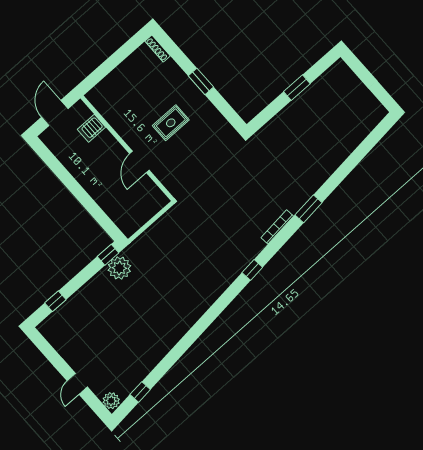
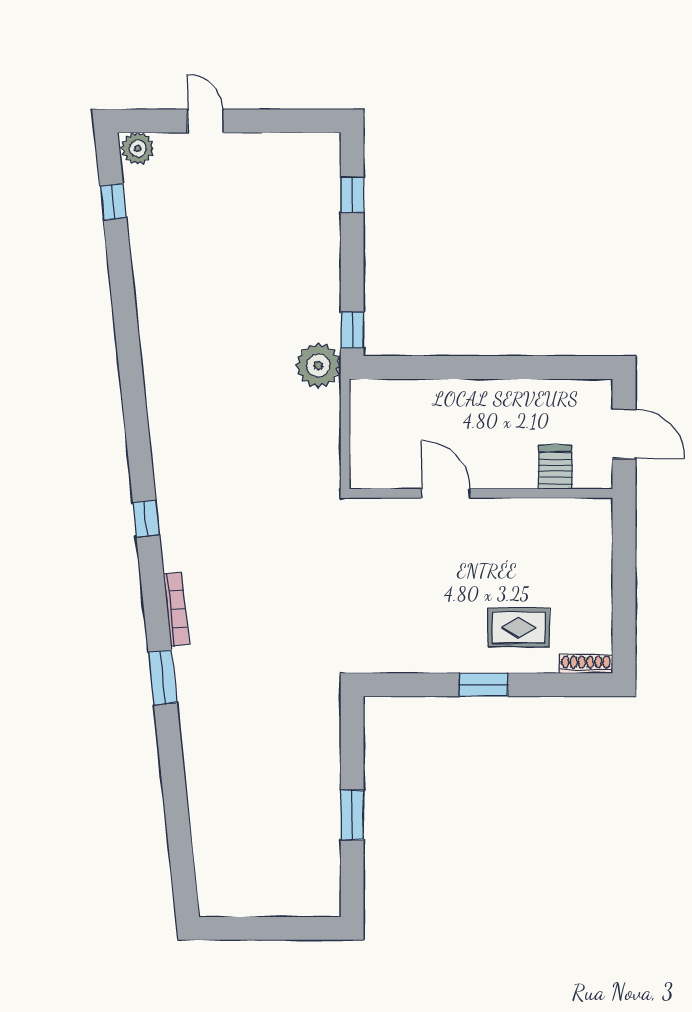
rug: (171, 123) -> (519, 628), moved, turned 90
plant: (119, 268) -> (318, 365), moved

